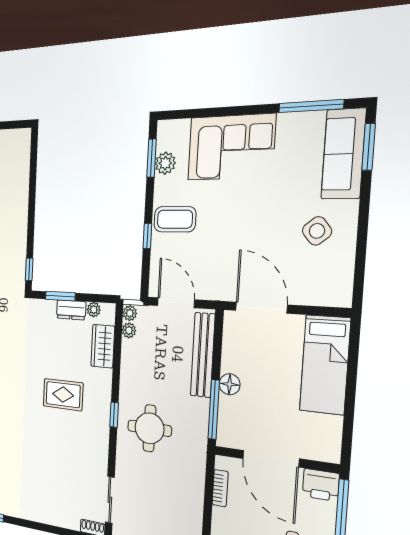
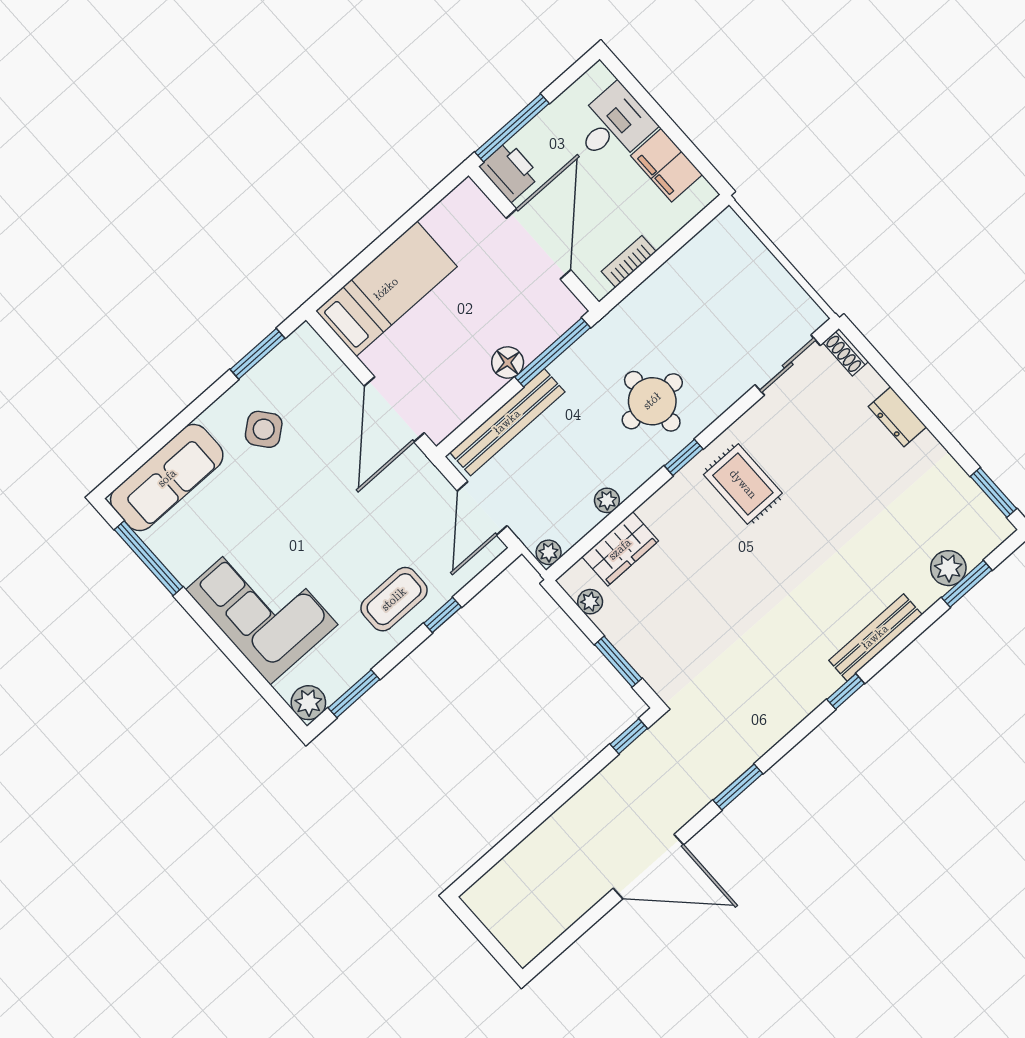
window: (369, 147) -> (258, 354), moved
plant: (165, 163) -> (308, 703), moved
coffee table: (175, 219) -> (394, 599), turned 90
dresser: (71, 310) -> (897, 417), moved, turned 180
plant: (129, 330) -> (607, 500), moved
rug: (63, 395) -> (743, 484), moved

